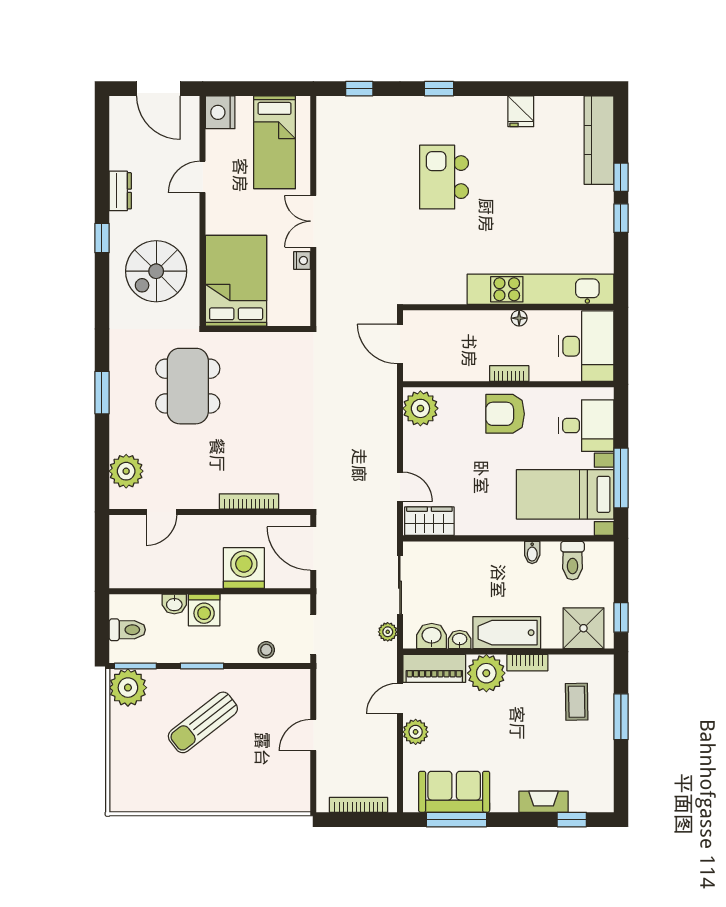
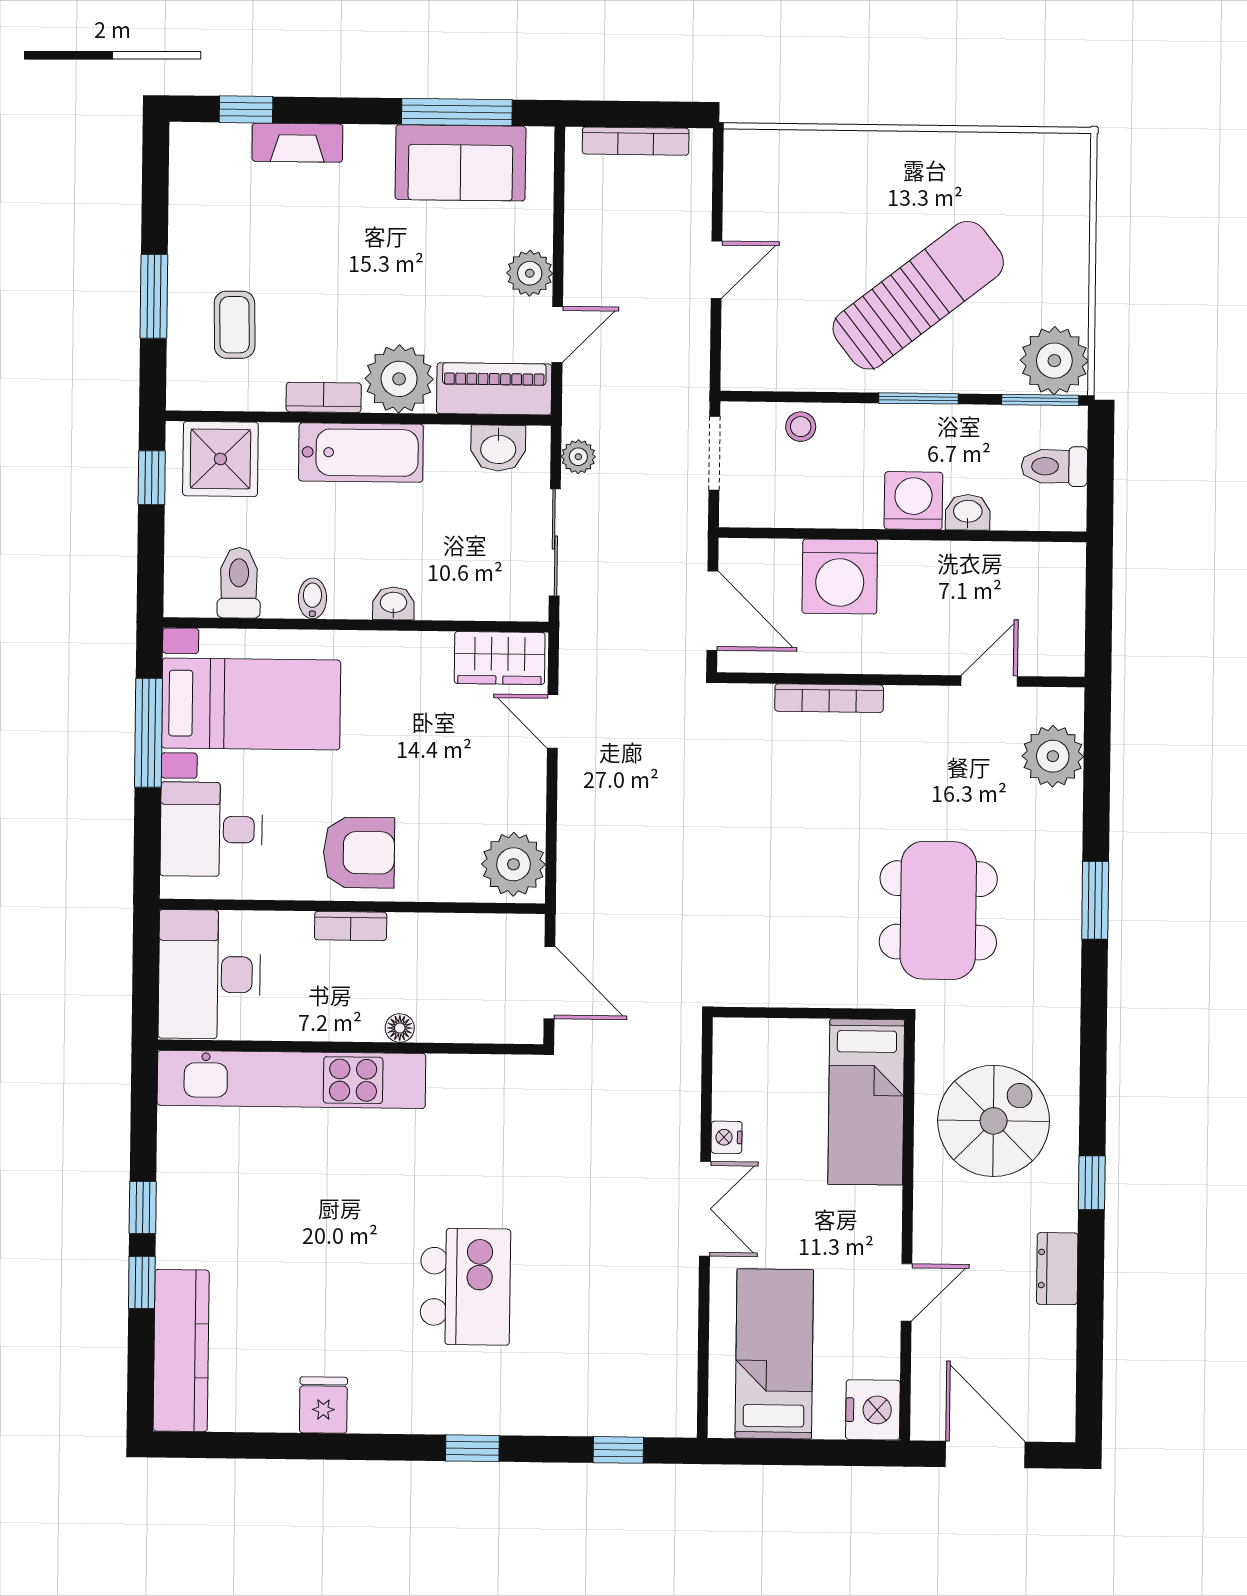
bed: (236, 281) -> (866, 1102), width x0.67
floor lamp: (519, 318) -> (400, 1028), moved
washbasin: (460, 640) -> (393, 603), moved, turned 180
sun lounger: (203, 722) -> (918, 295), width x1.36, depth x1.34

